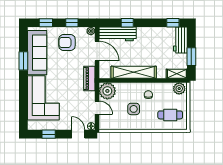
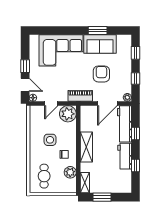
window: (173, 23) -> (135, 166), moved
workbench: (180, 40) -> (125, 156), moved, turned -90
armchair: (67, 42) -> (101, 74), moved
sofa: (37, 53) -> (100, 44), width x0.73
shelving: (134, 72) -> (86, 147), width x0.68
plant: (179, 89) -> (70, 172), moved
window: (49, 134) -> (25, 66), moved
door: (78, 134) -> (25, 85), hinge flipped

